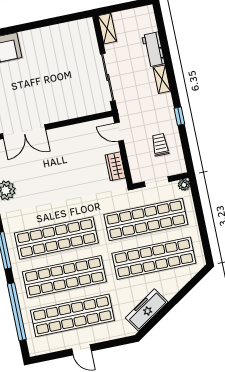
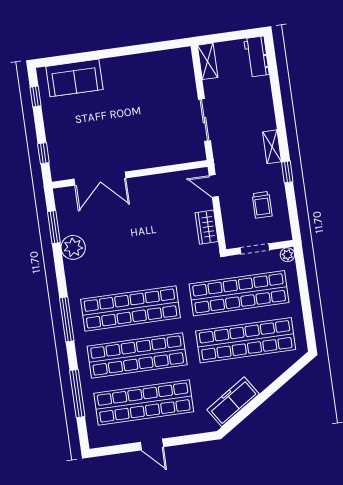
workbench: (153, 49) -> (256, 57), moved
sliding door: (108, 77) -> (204, 120), width x0.73
shelving: (162, 79) -> (272, 147), moved
trolley: (160, 145) -> (262, 205), turned 180
window: (17, 312) -> (77, 394), width x0.68

